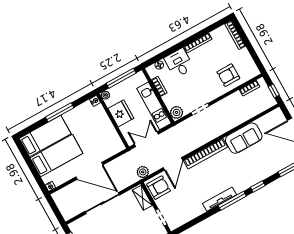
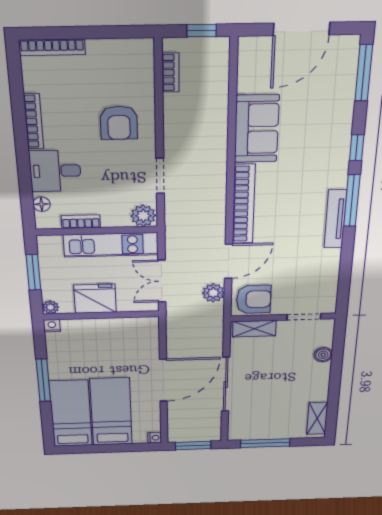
armchair: (228, 75) -> (119, 123), moved
window: (121, 78) -> (33, 272), width x0.69
door: (173, 164) -> (229, 261), hinge flipped
plant: (143, 172) -> (213, 293), moved
armchair: (159, 188) -> (254, 299), turned 90
window: (55, 209) -> (193, 446), added

